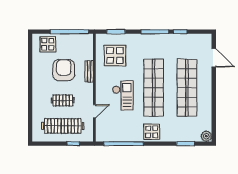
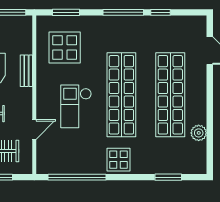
checkout: (123, 96) -> (76, 106), turned 180
plant: (206, 136) -> (199, 133), moved

